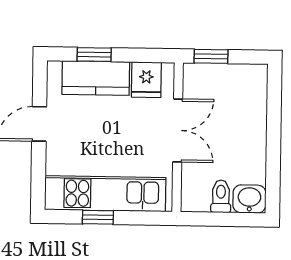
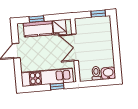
window: (211, 56) -> (98, 14), moved
double door: (178, 131) -> (75, 47), swing flipped
window: (98, 217) -> (57, 86), moved

